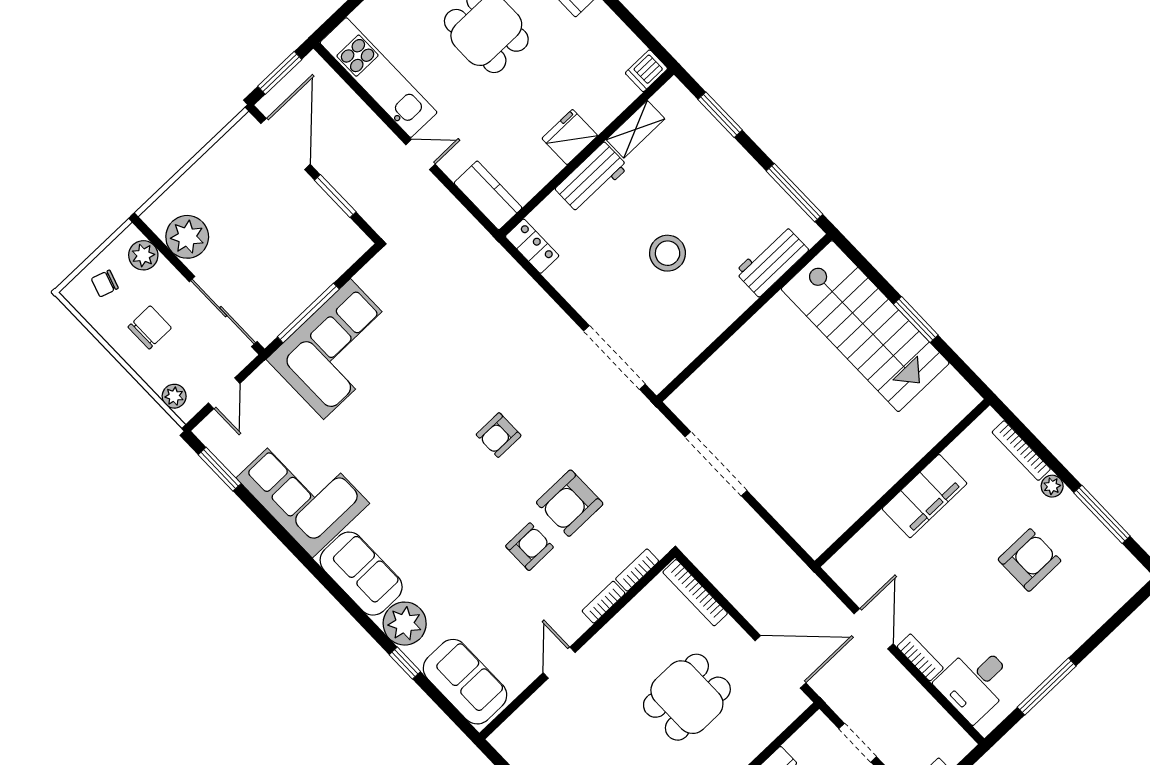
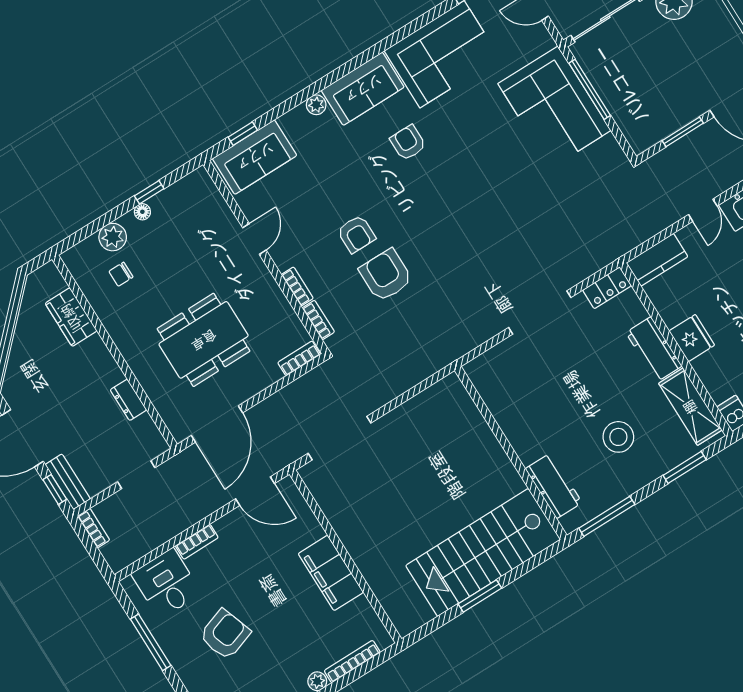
shelving: (636, 129) -> (690, 407), width x1.50, depth x1.33
stool: (668, 253) -> (618, 437), moved
doorway: (614, 358) -> (540, 312), moved
armchair: (499, 435) -> (408, 143), moved
doorway: (716, 464) -> (339, 438), moved
armchair: (1030, 560) -> (225, 634), moved, turned -109
bookcase: (695, 593) -> (299, 359), width x0.64
plant: (405, 624) -> (316, 105), width x0.53, depth x0.53
door: (874, 629) -> (255, 491), moved
window: (405, 663) -> (243, 134), moved
door: (559, 663) -> (254, 239), hinge flipped
dining table: (687, 697) -> (204, 340), width x1.38

